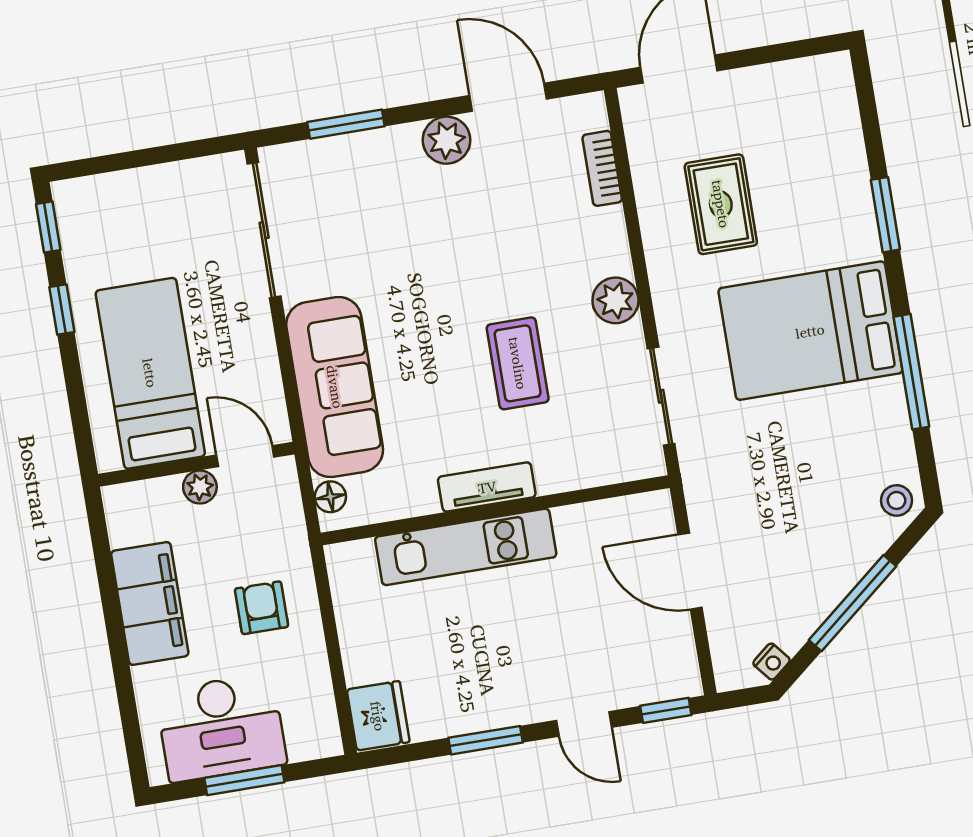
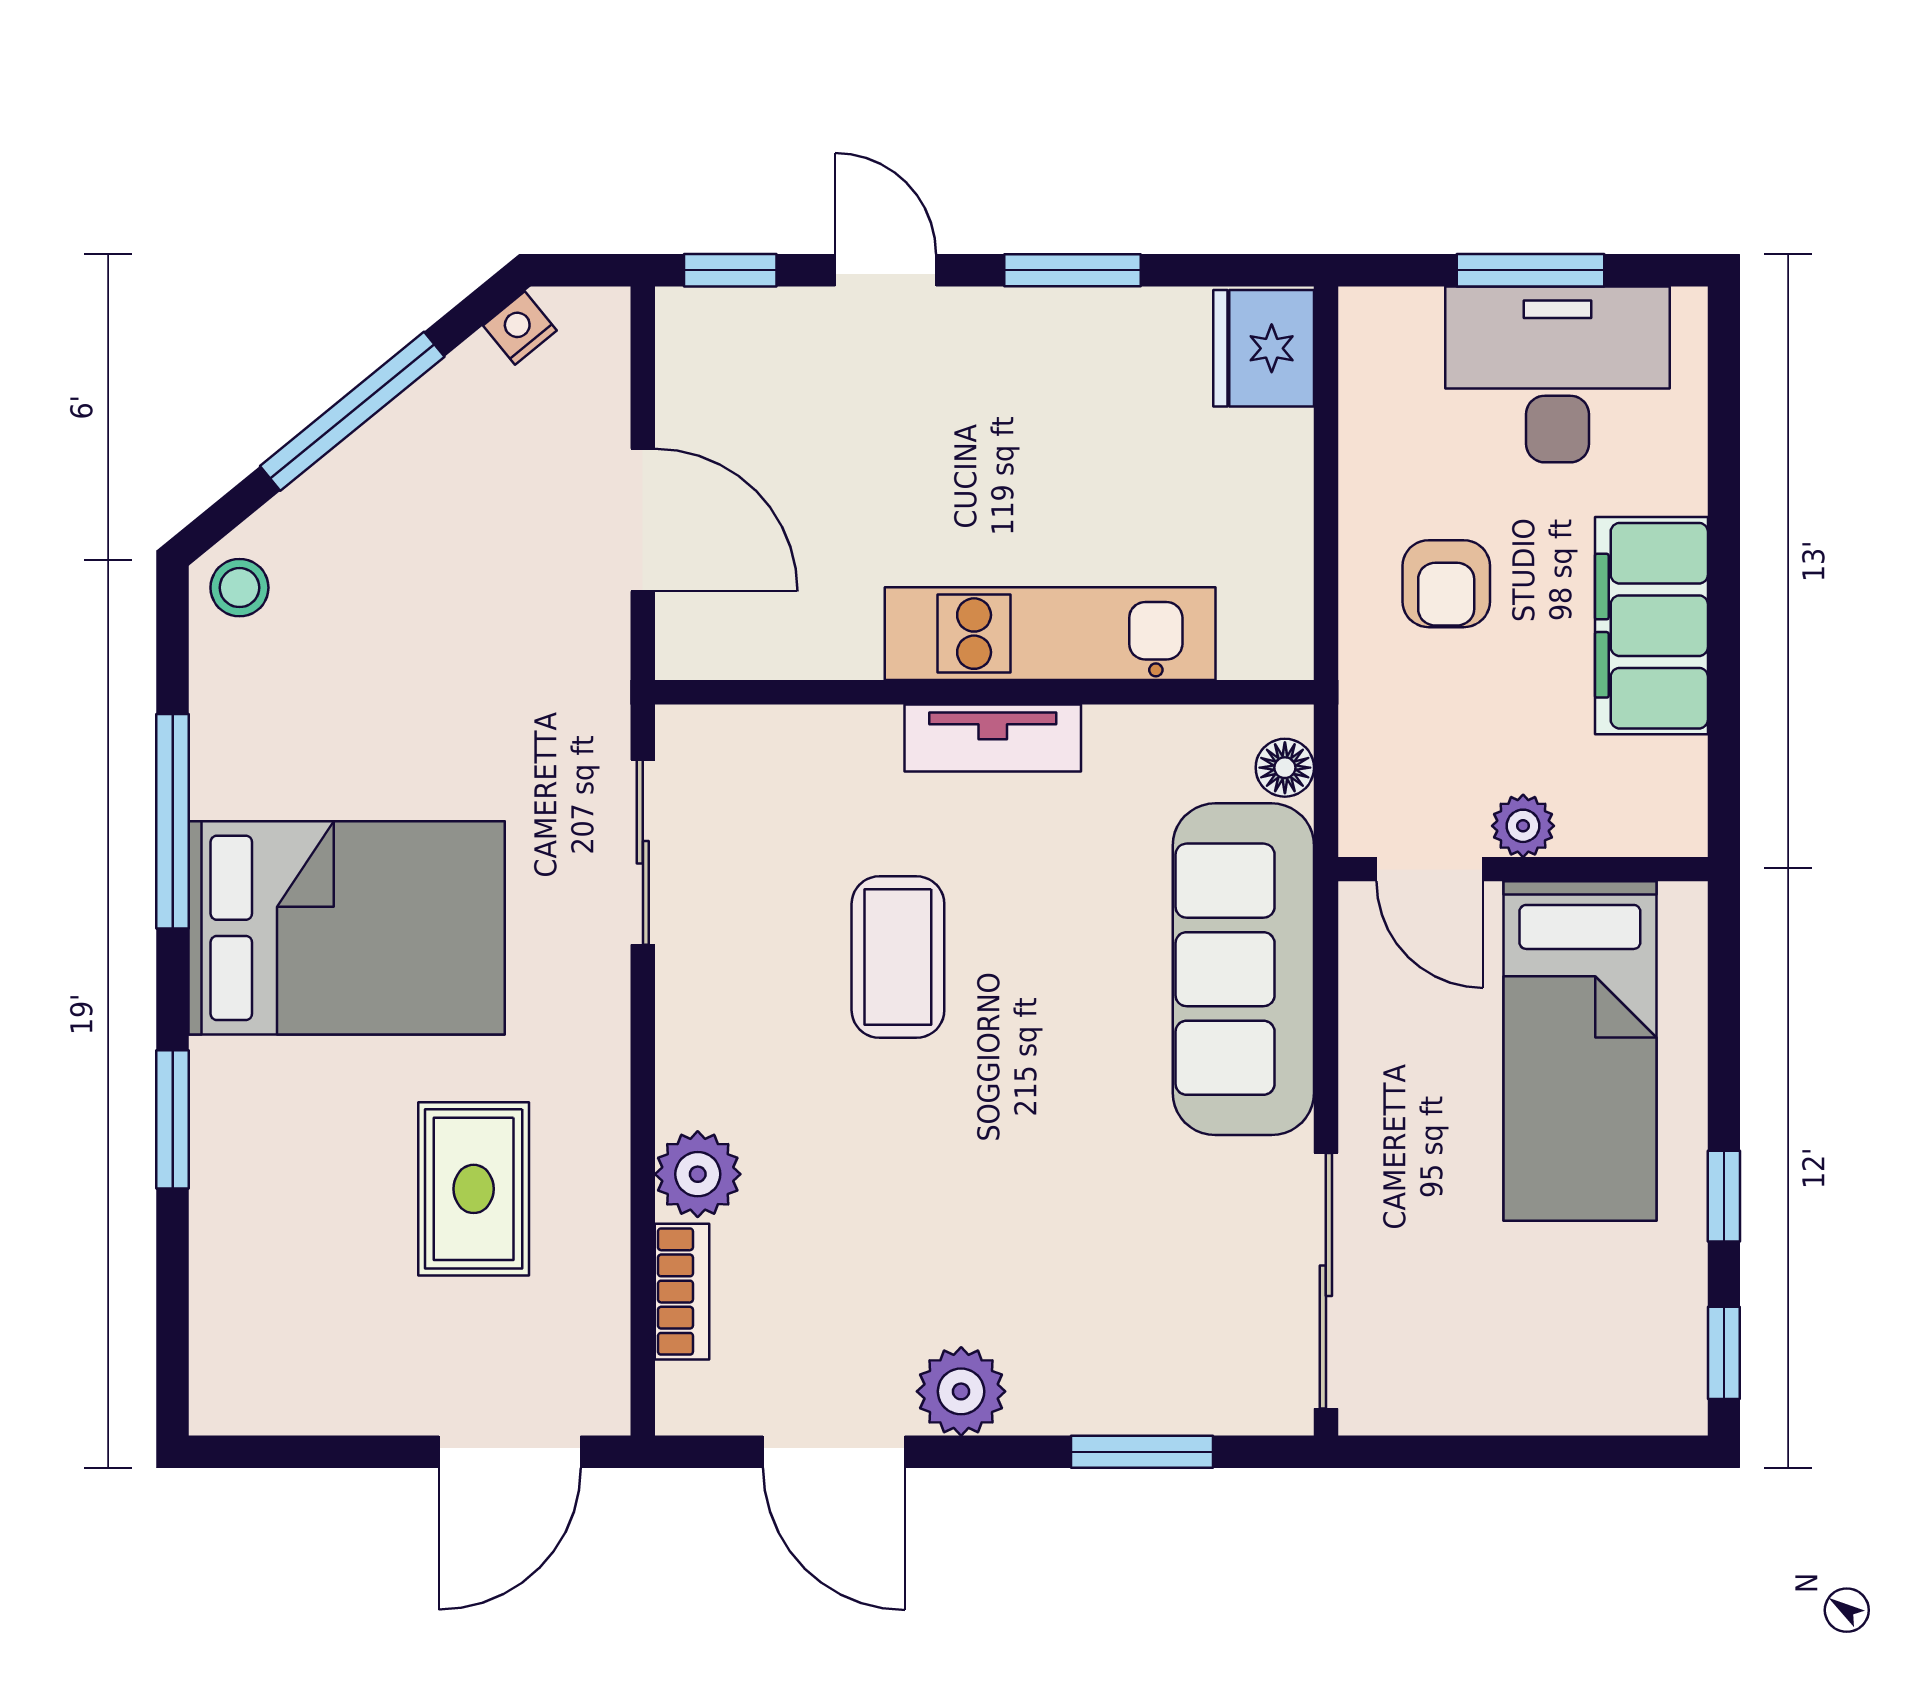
plant: (615, 300) -> (698, 1174), moved

